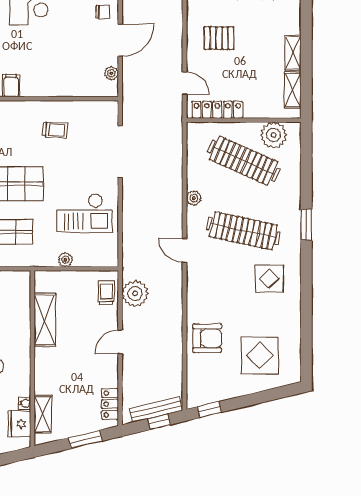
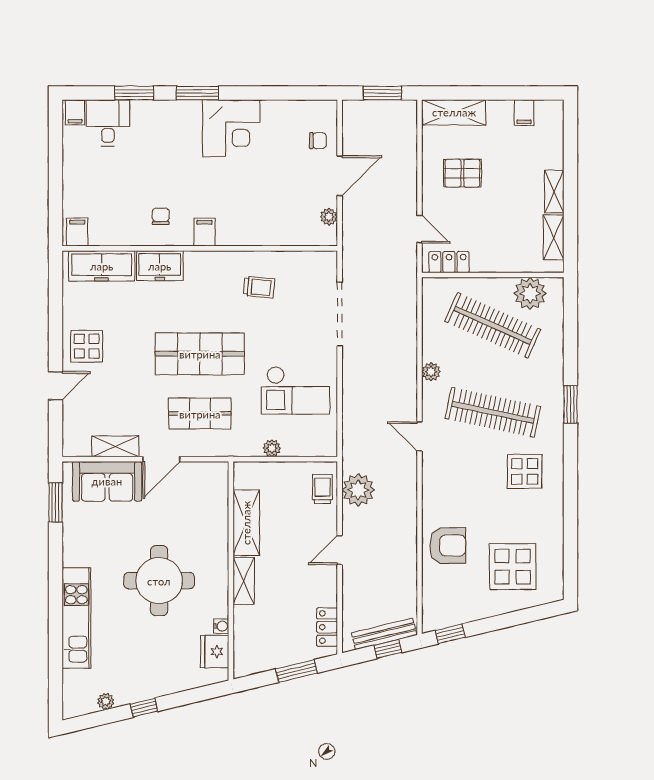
locker: (217, 110) -> (449, 262), width x0.66
shelving: (43, 414) -> (244, 581), moved

